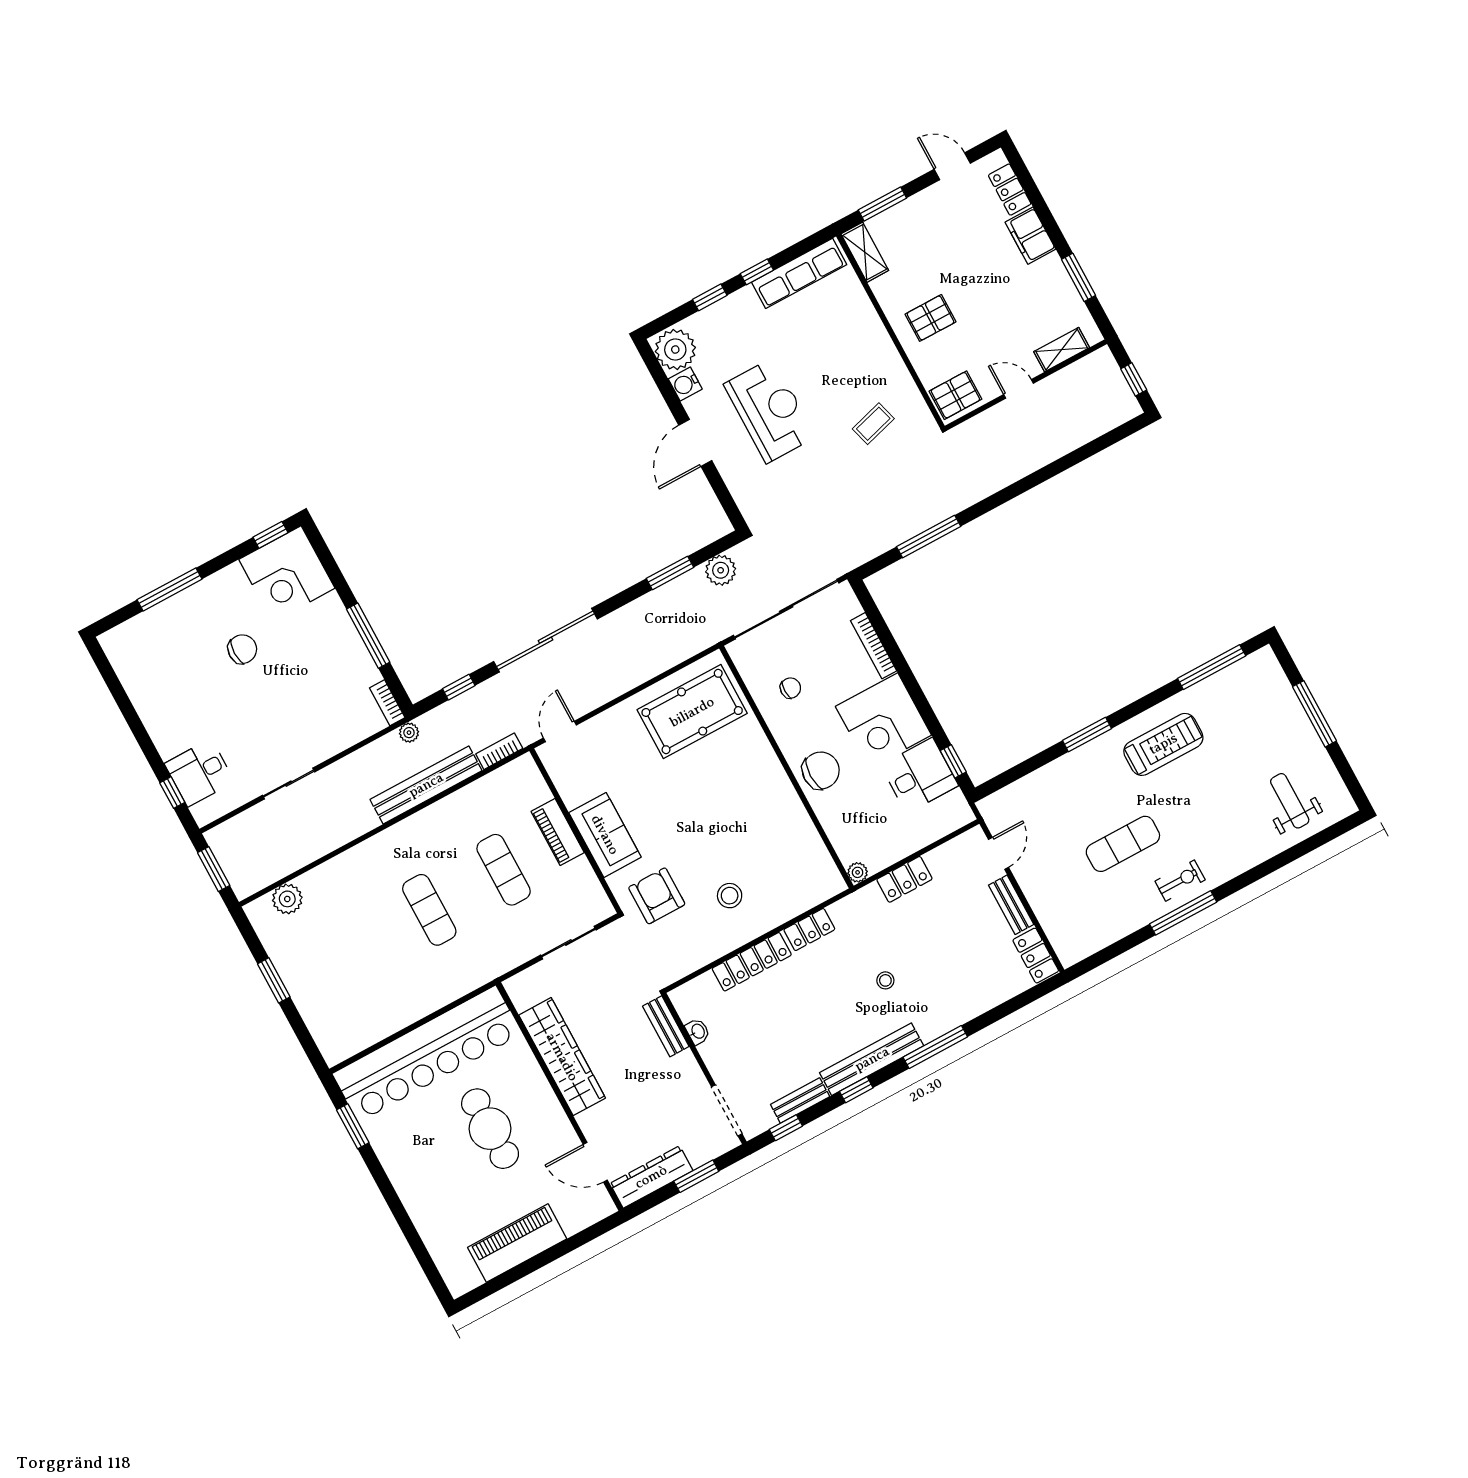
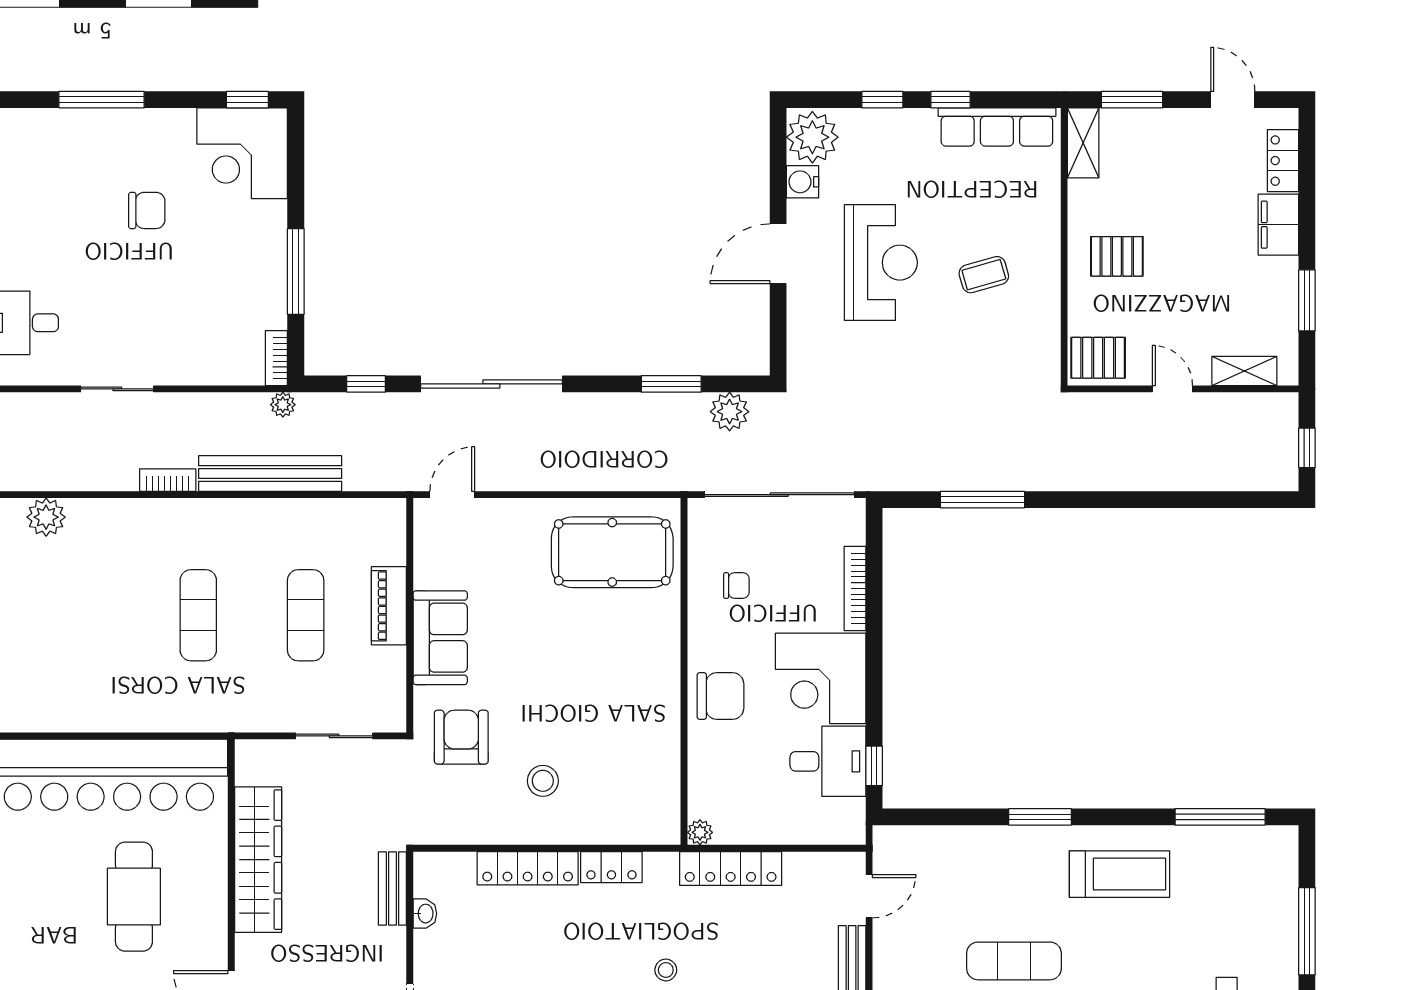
coffee table: (873, 424) -> (984, 275), moved
bookcase: (499, 751) -> (168, 480), moved
locker: (904, 879) -> (731, 868), width x1.53

